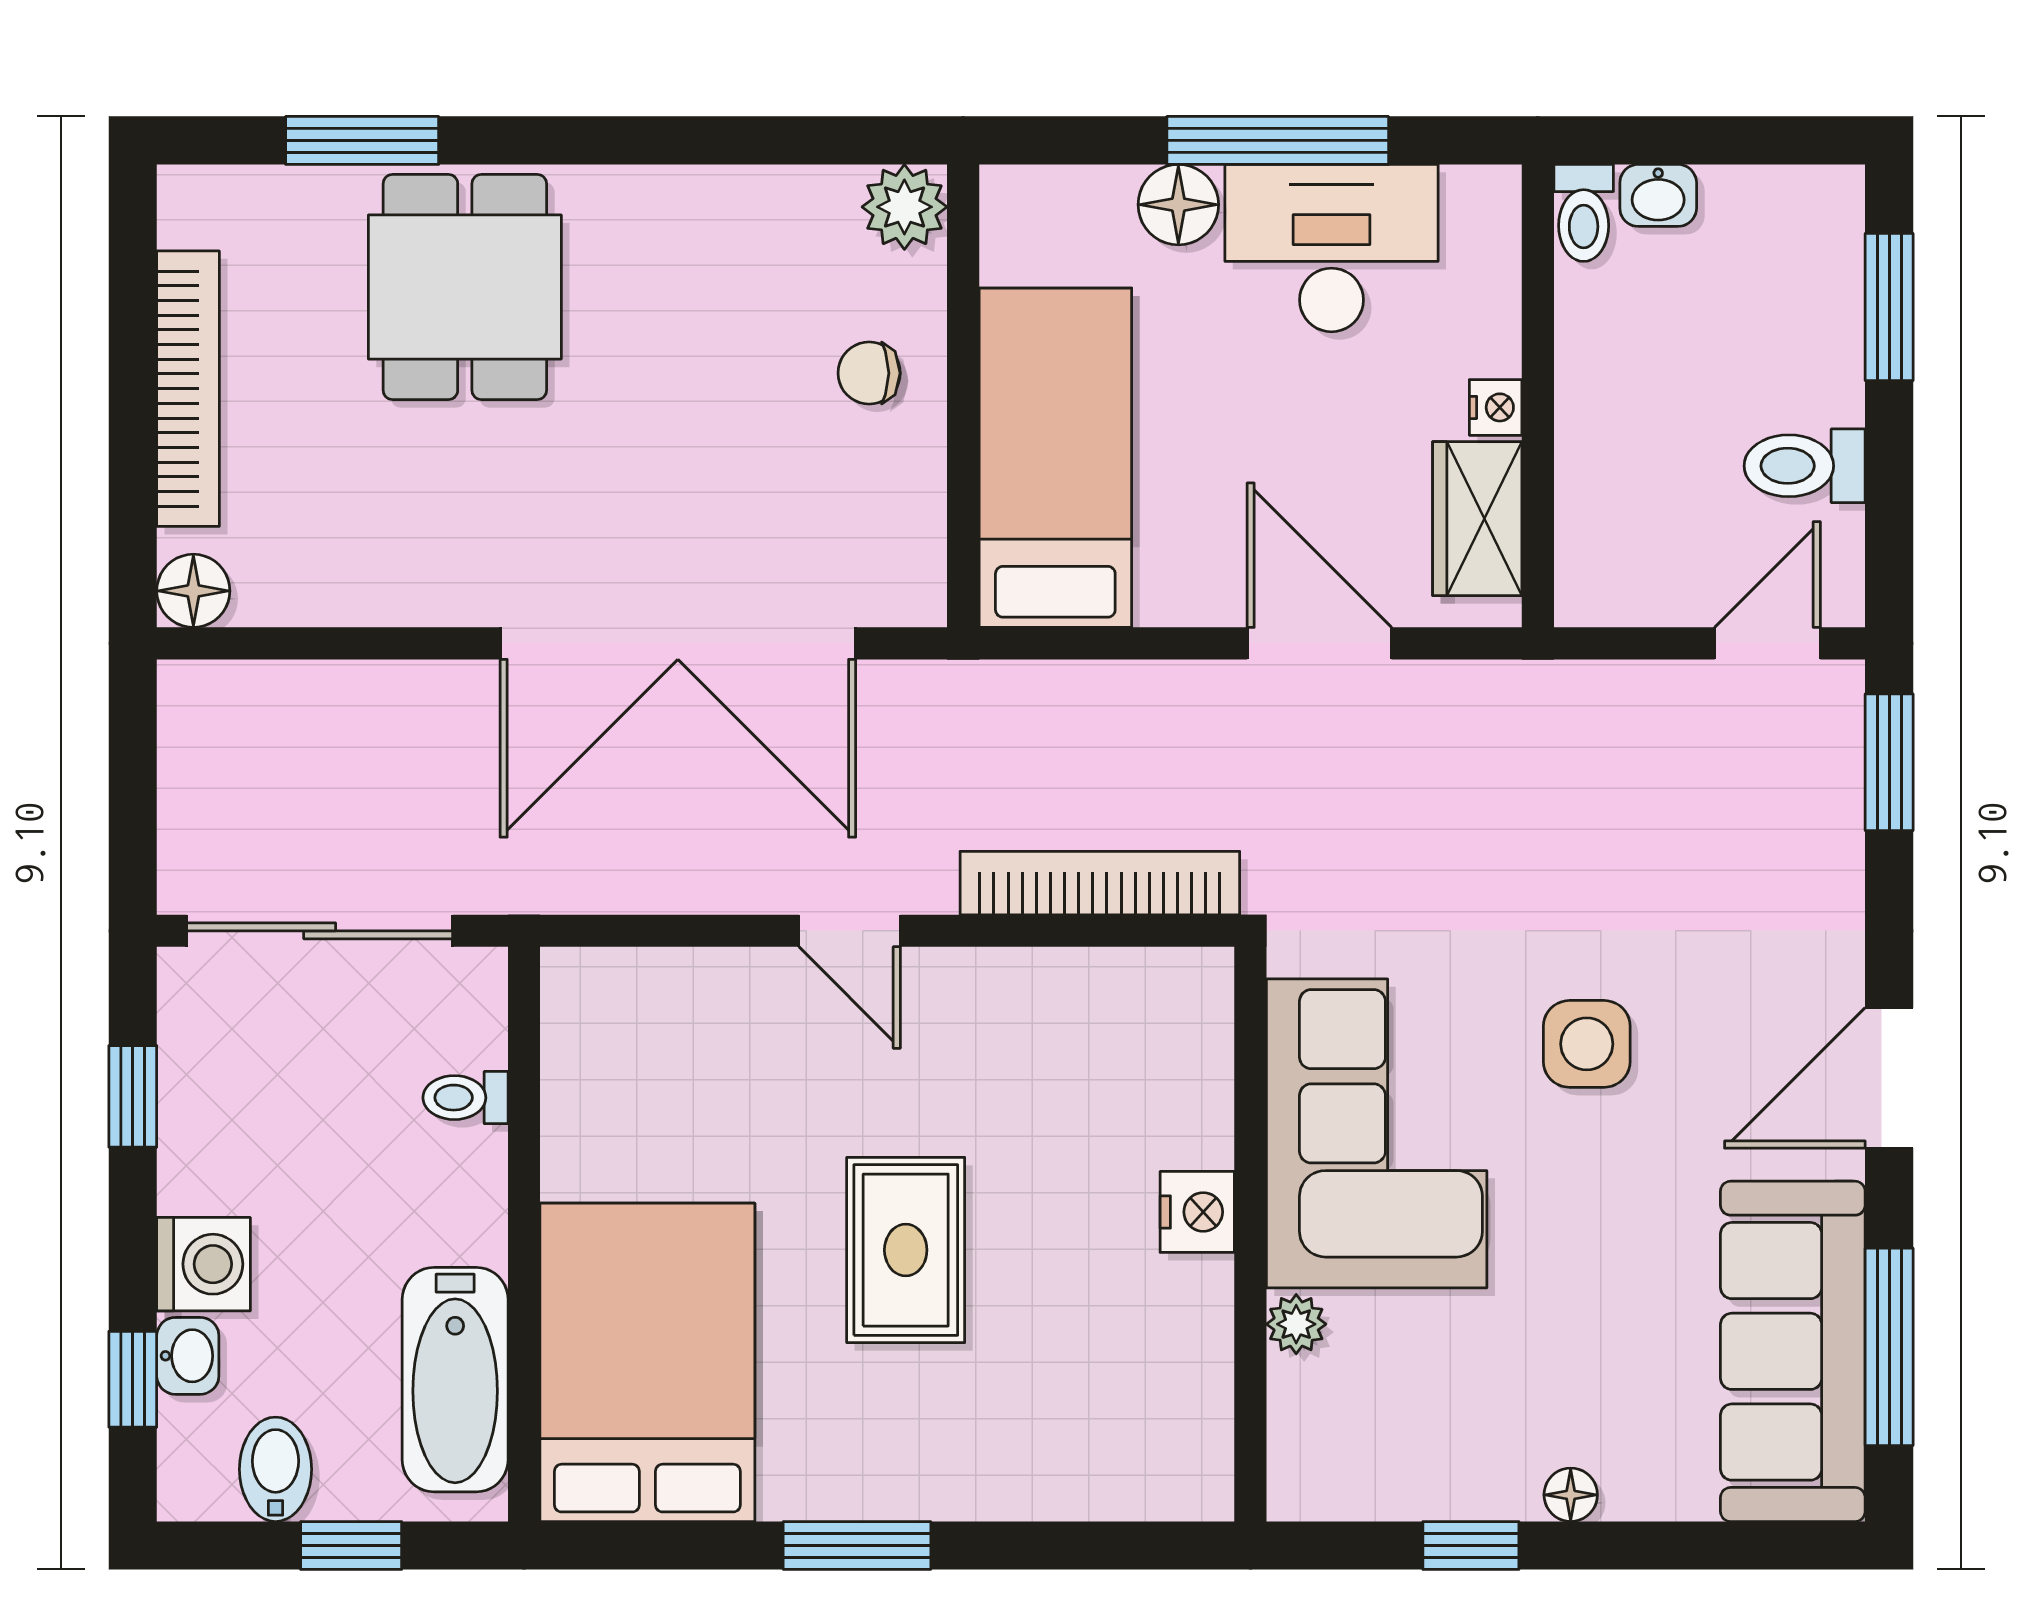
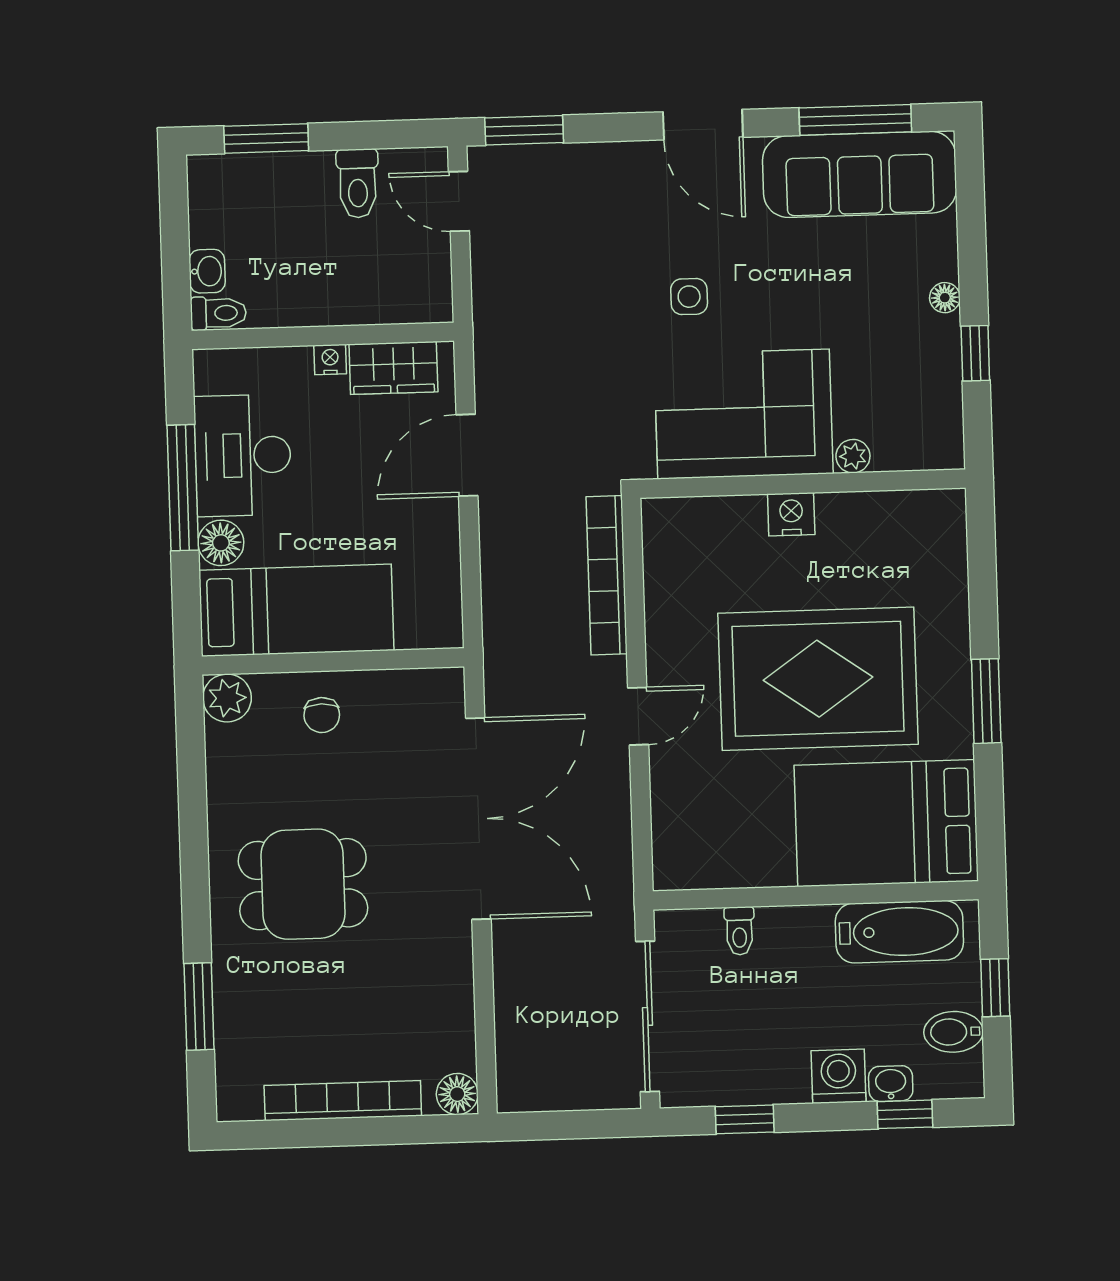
dining table: (465, 287) -> (303, 884), moved
bed: (1055, 458) -> (296, 610), moved, turned 180
side table: (1587, 1044) -> (689, 297), width x0.73, depth x0.73
rug: (906, 1250) -> (818, 679), width x1.86, depth x2.06

